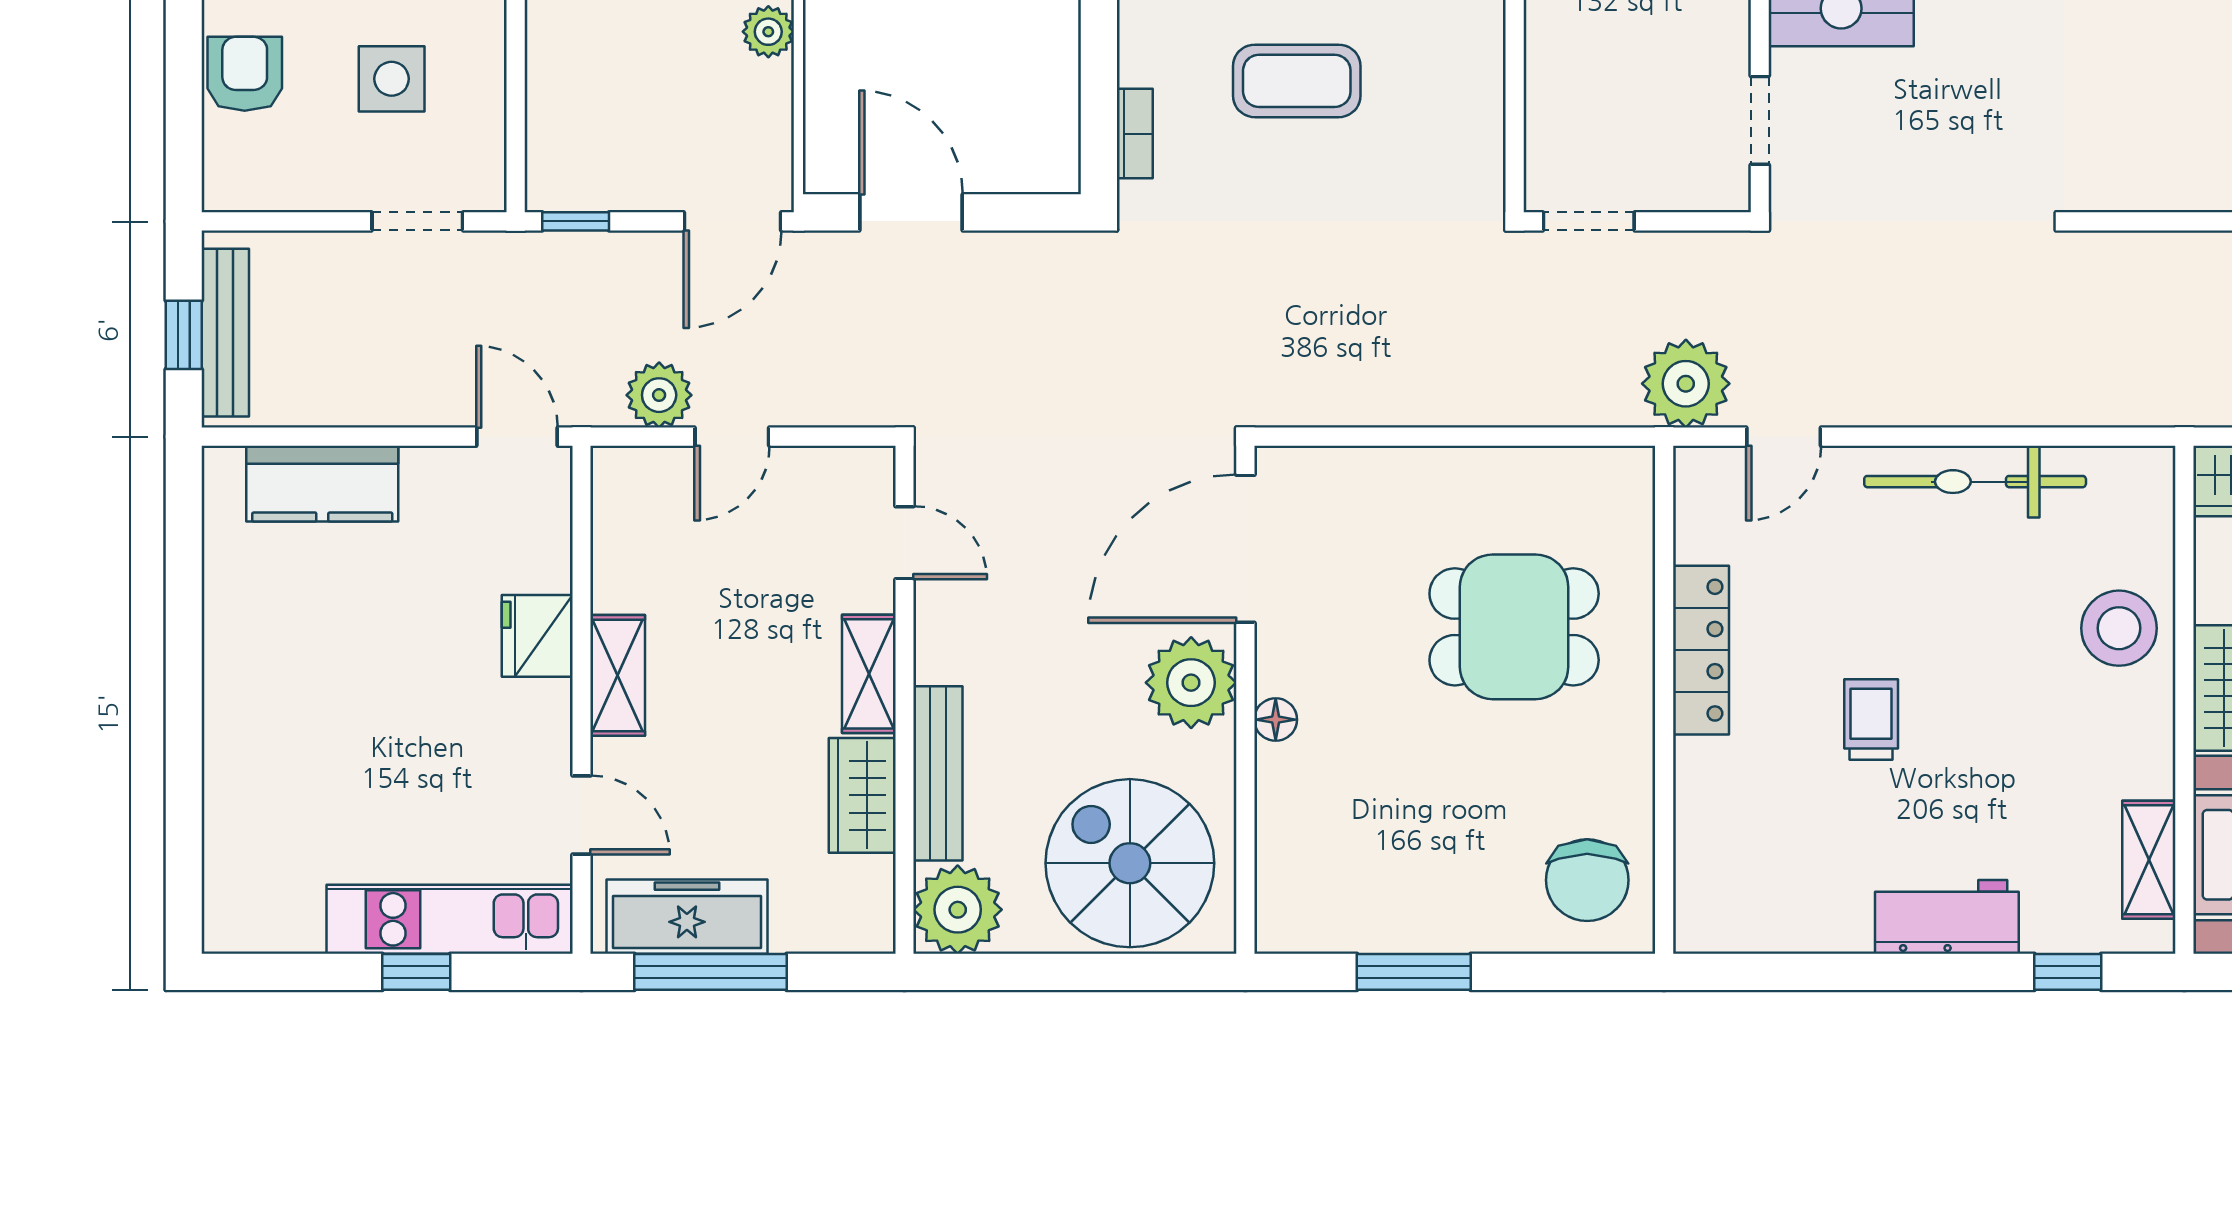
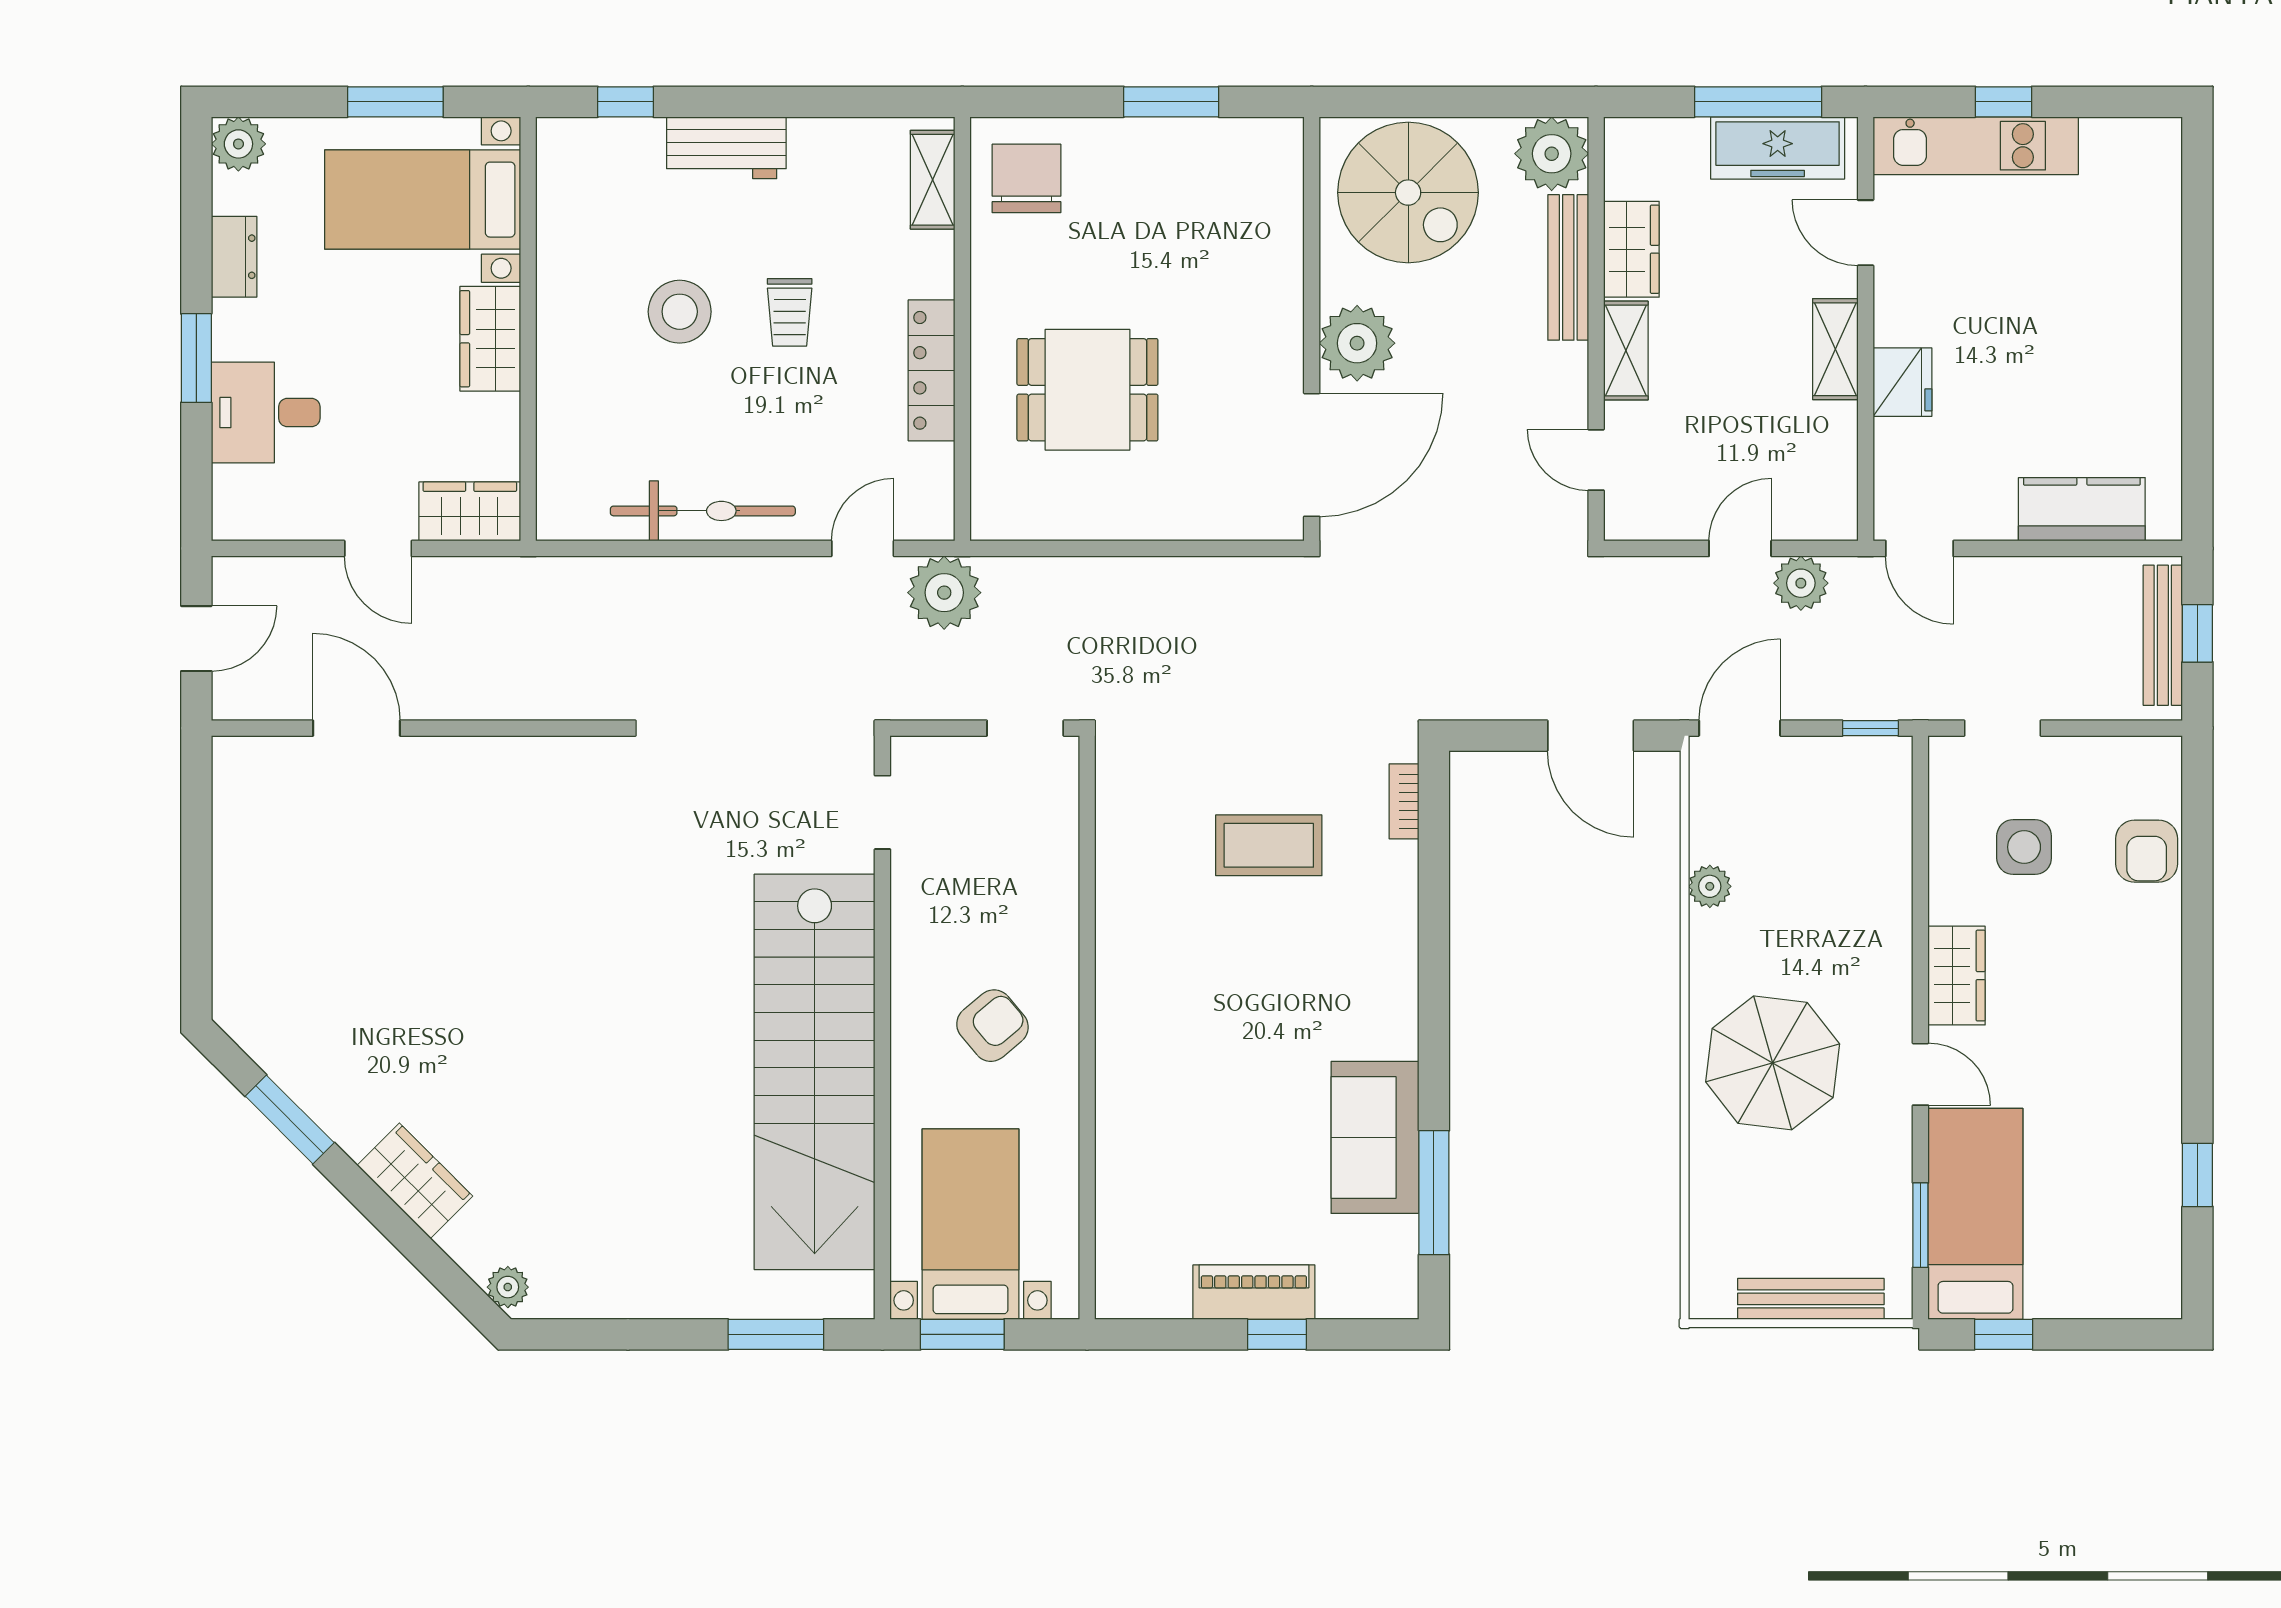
stool: (2119, 628) -> (680, 312), moved
floor lamp: (1276, 720) -> (1286, 312), removed
shelving: (2149, 860) -> (933, 180), moved

